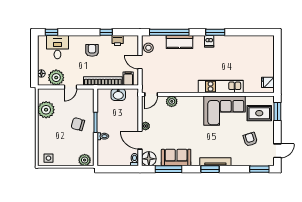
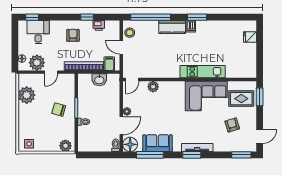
kitchen counter: (180, 42) -> (172, 27), moved
fridge: (268, 82) -> (250, 37), moved
door: (140, 140) -> (121, 126), swing flipped

